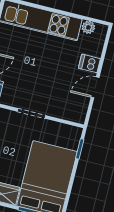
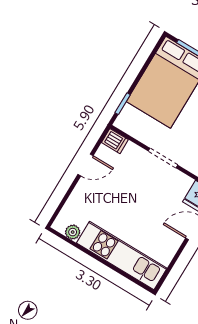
dishwasher: (89, 63) -> (115, 141), moved

